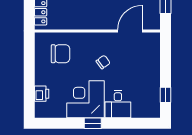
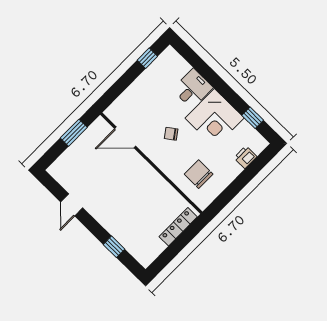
window: (93, 123) -> (253, 118), moved

